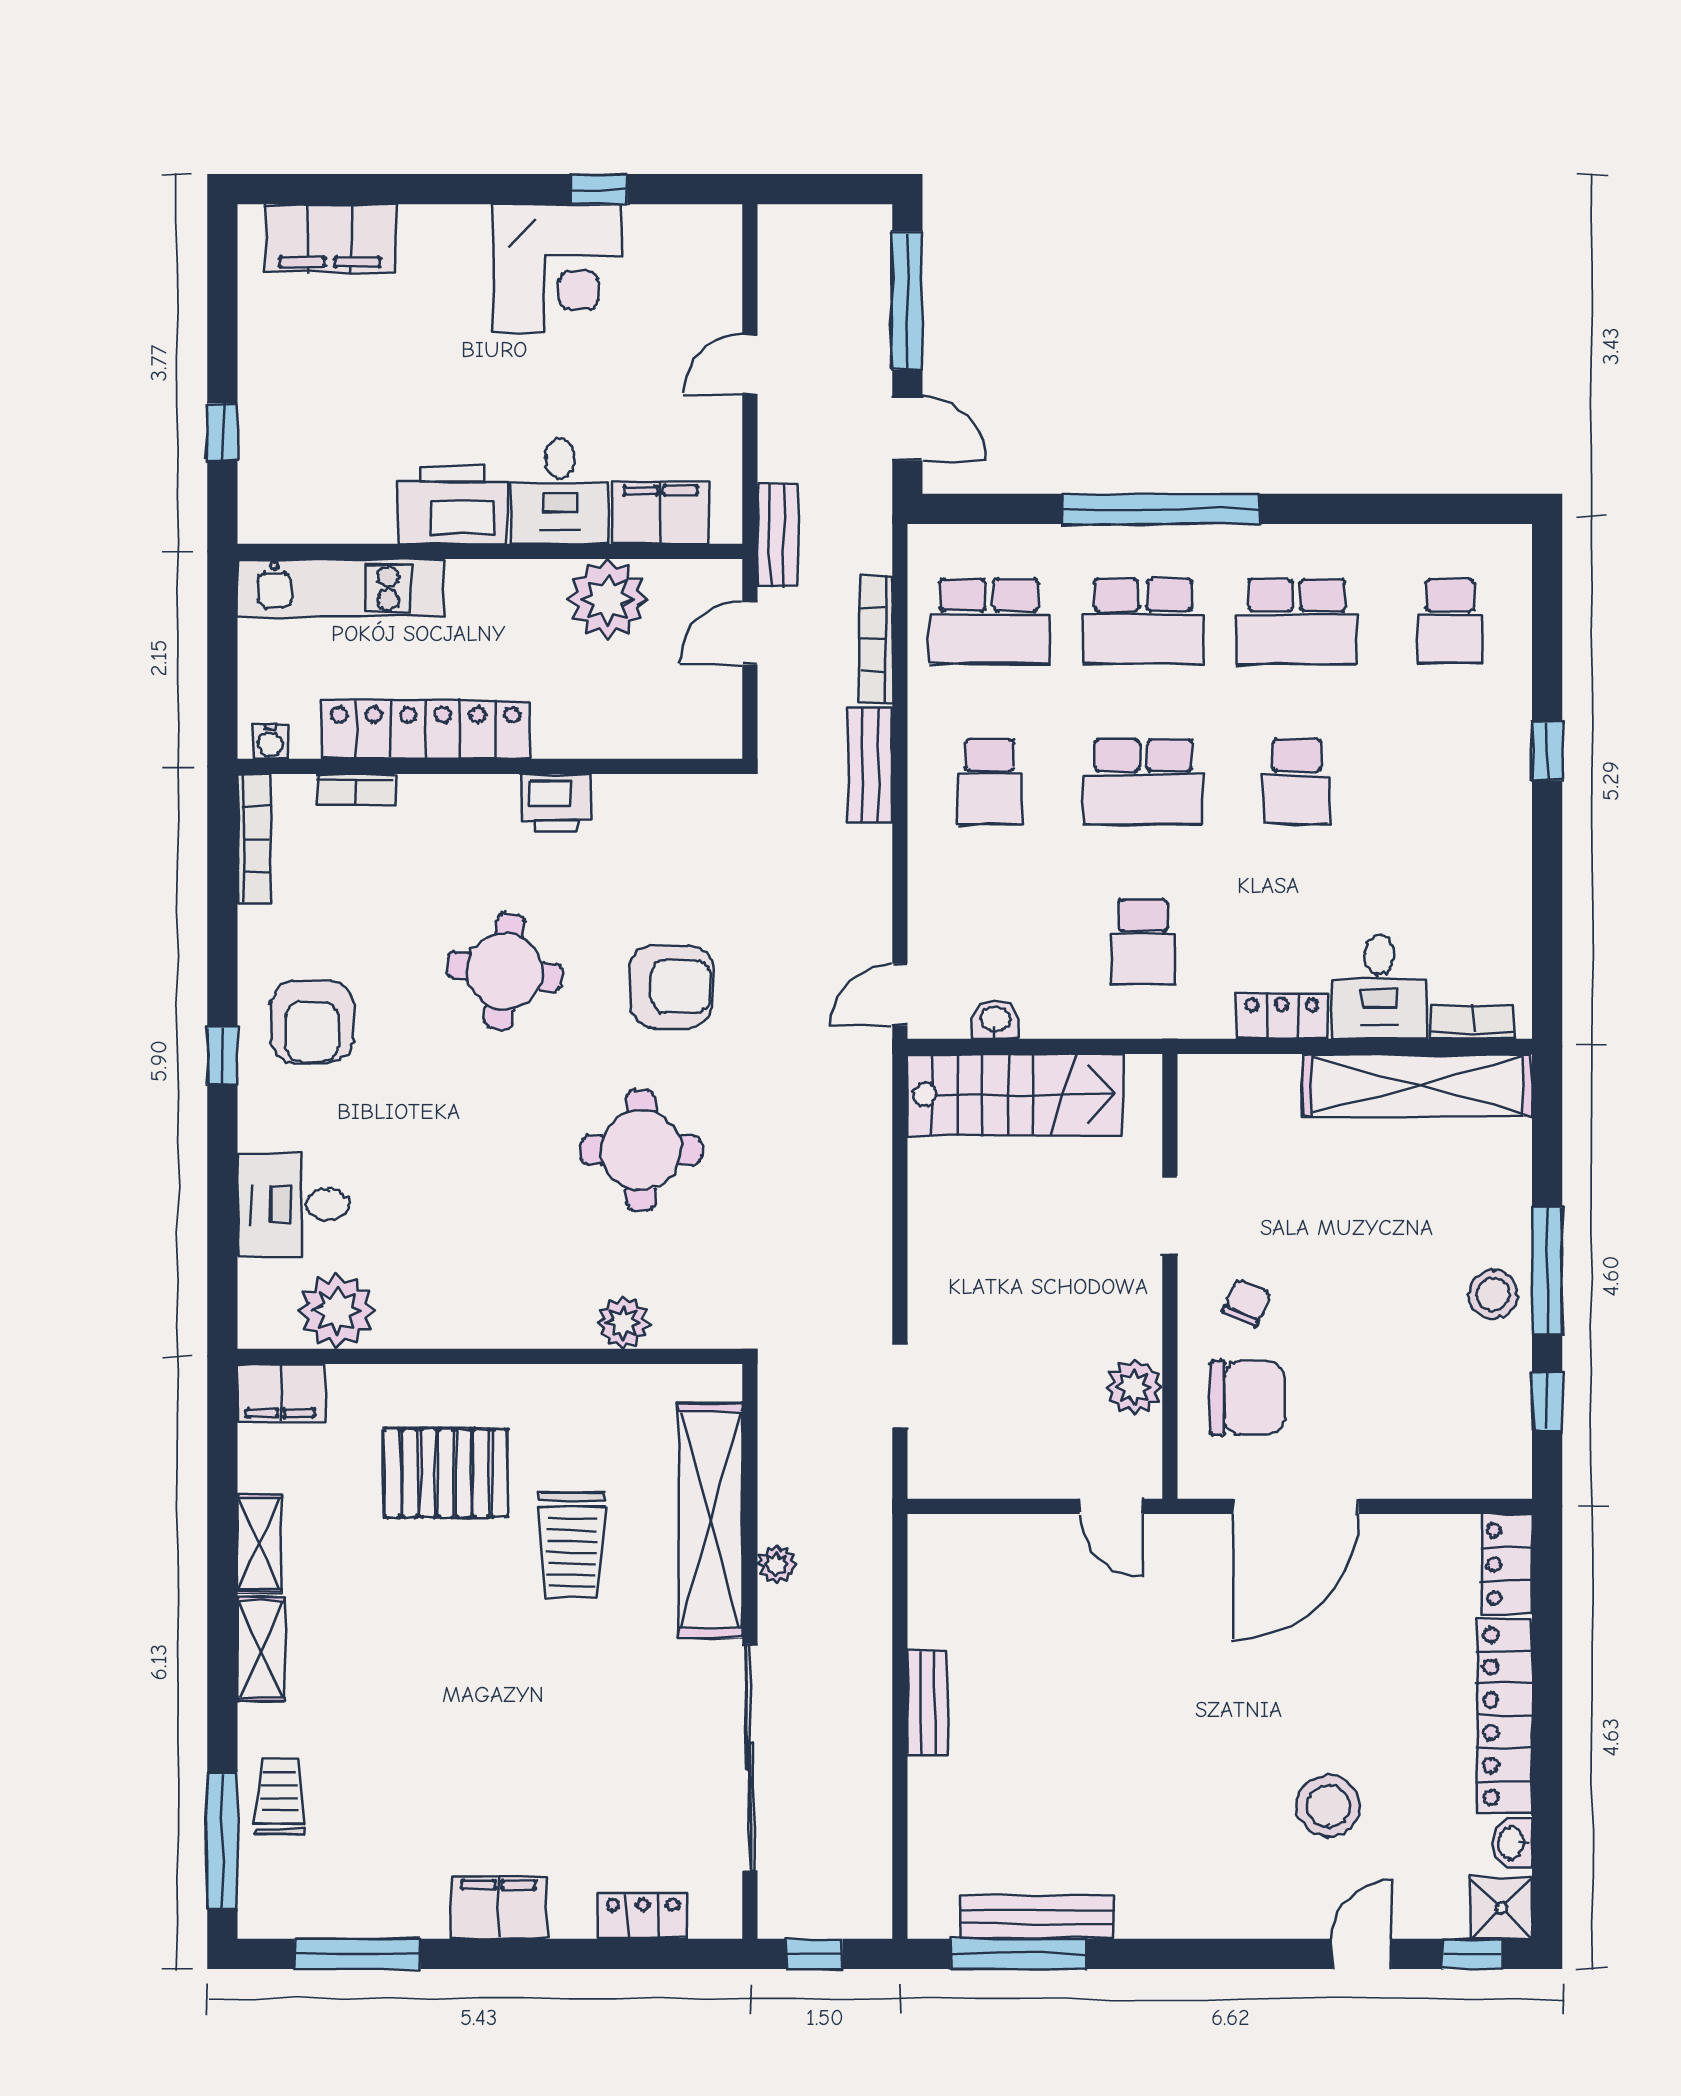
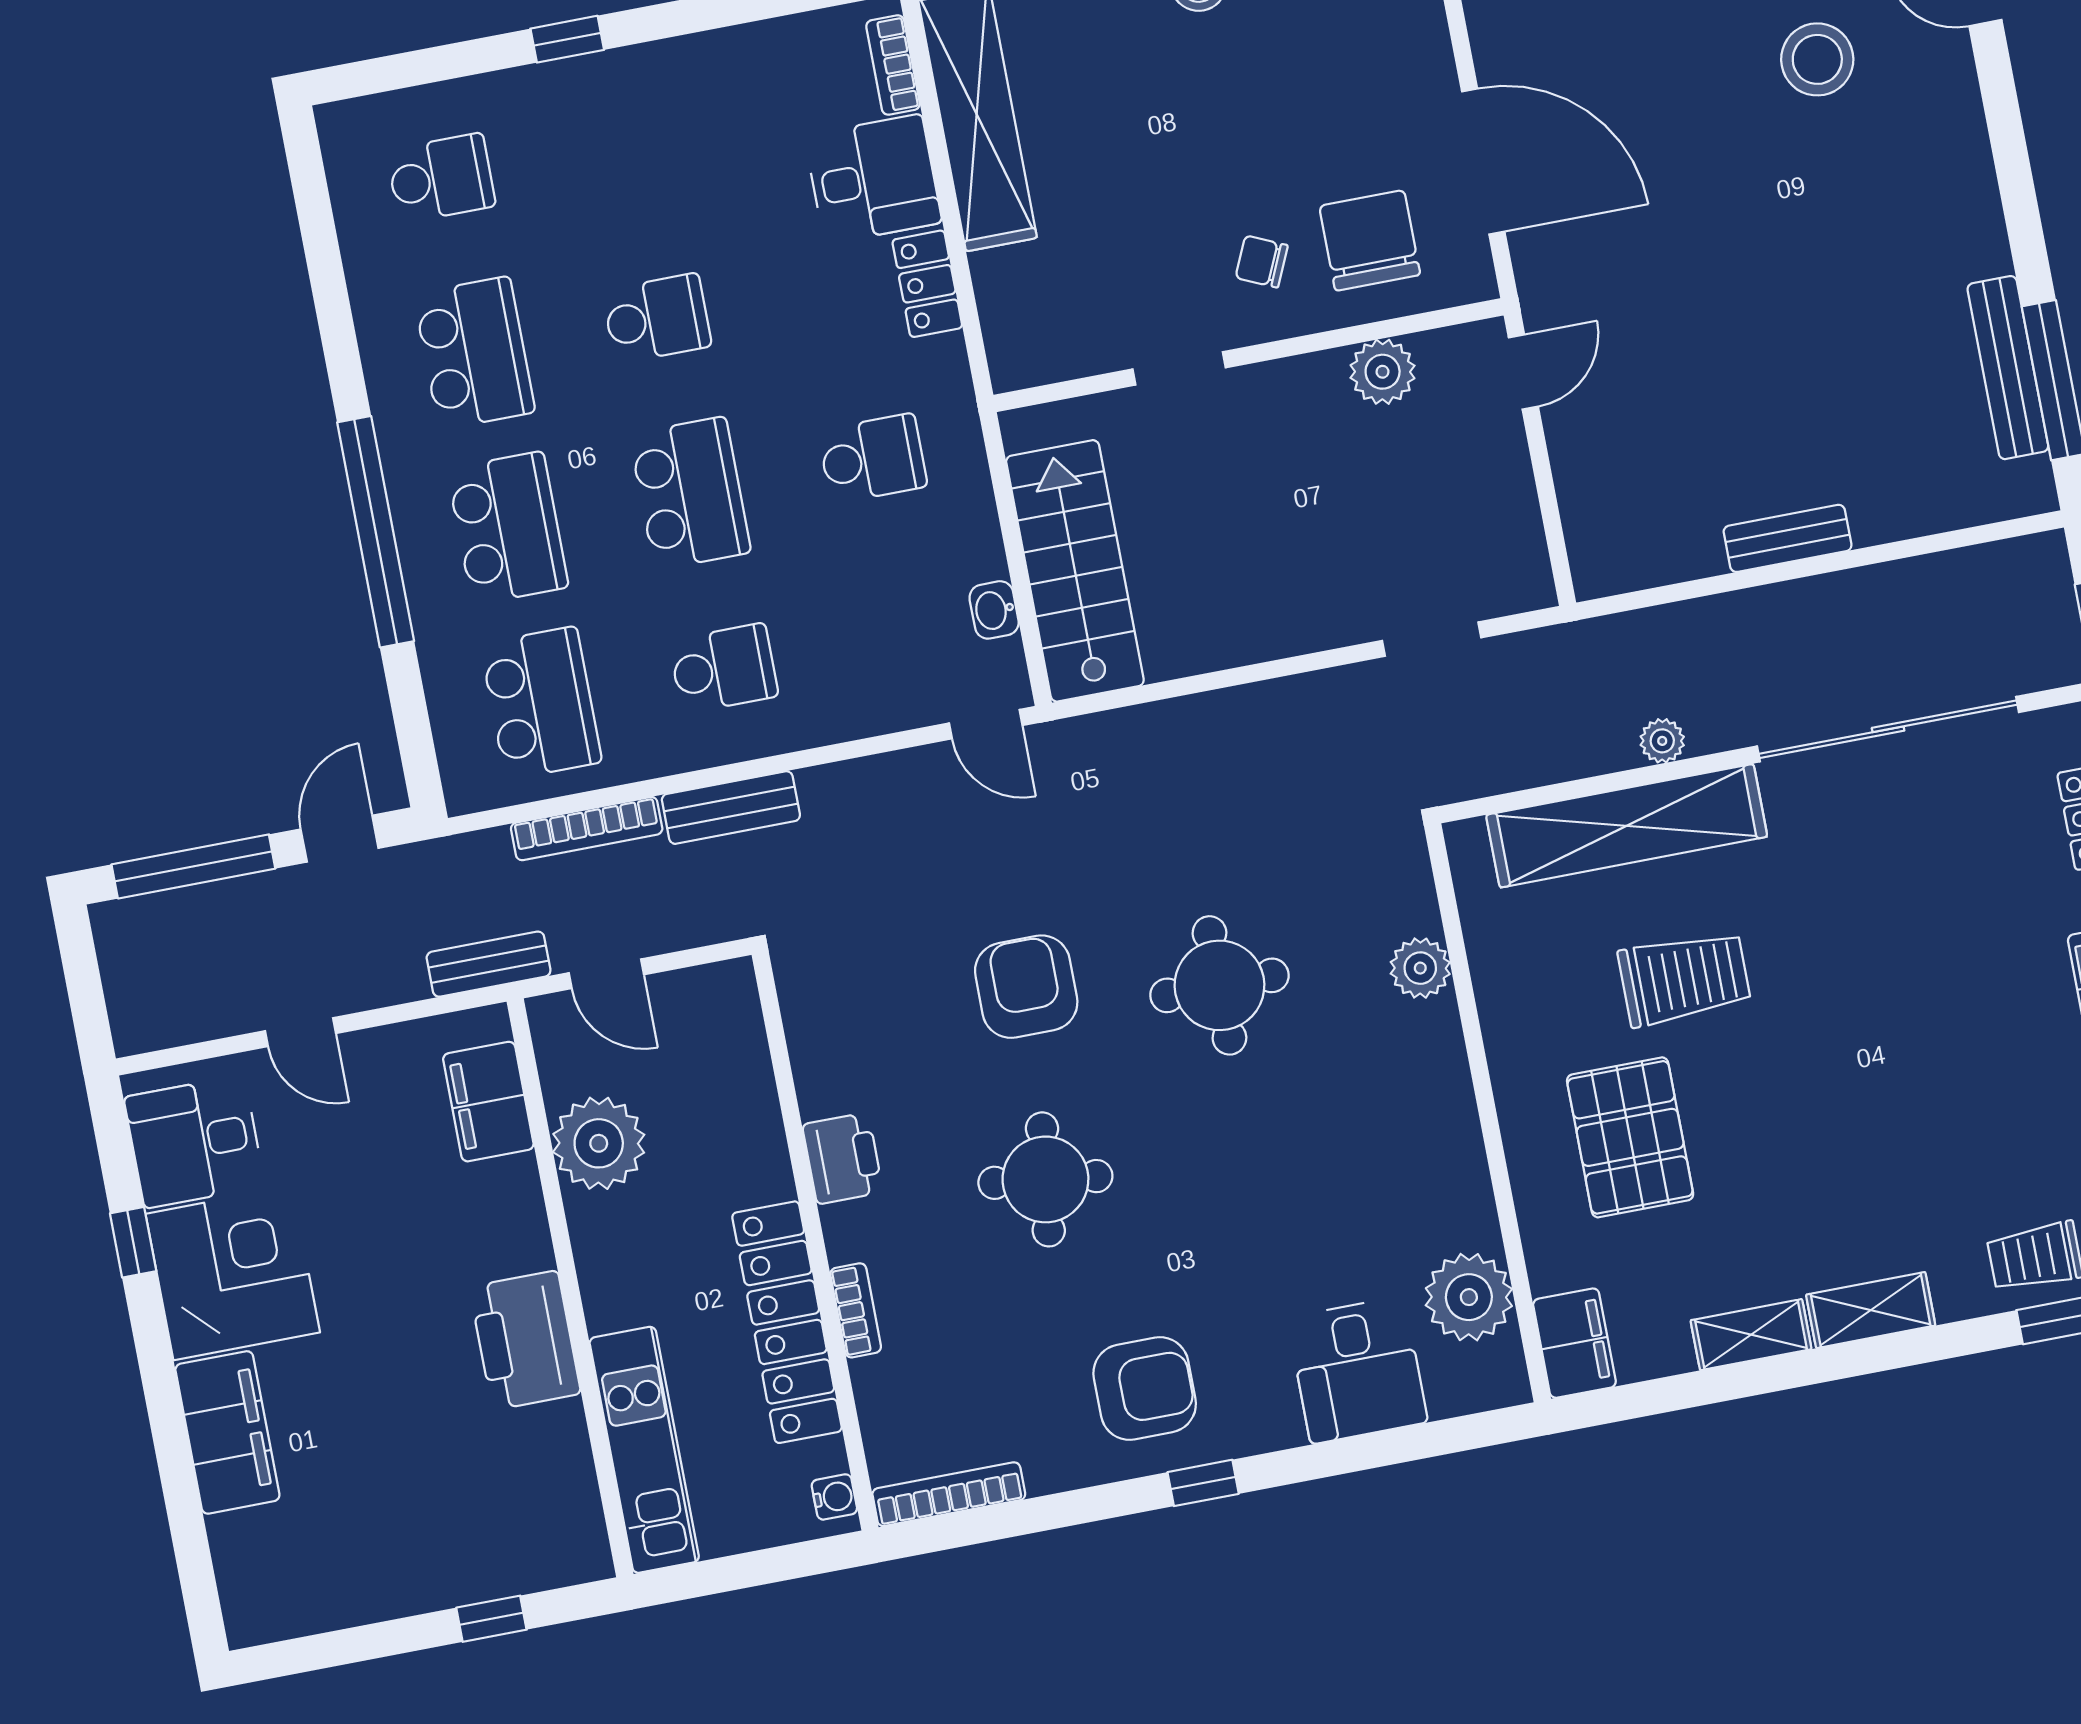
filing cabinet: (330, 238) -> (227, 1432), moved
desk: (560, 491) -> (194, 1142), moved, turned 180
bookcase: (356, 790) -> (856, 1310), moved

